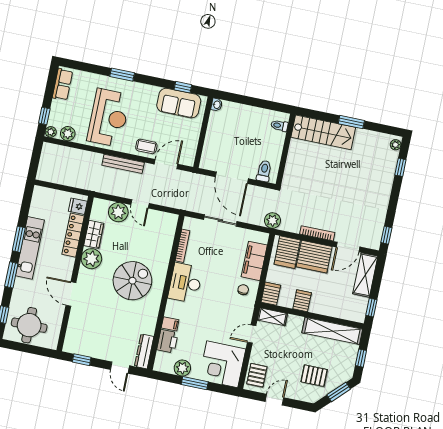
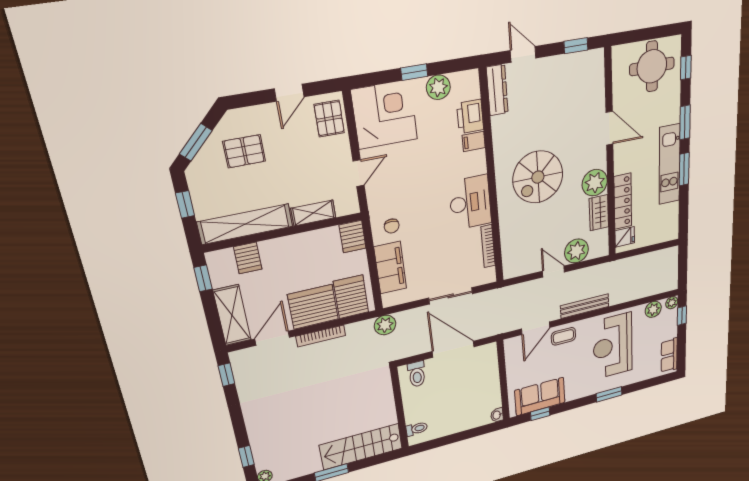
server rack: (302, 301) -> (248, 258), moved
shelving: (272, 317) -> (313, 213), moved
window: (195, 383) -> (414, 72), width x0.67

